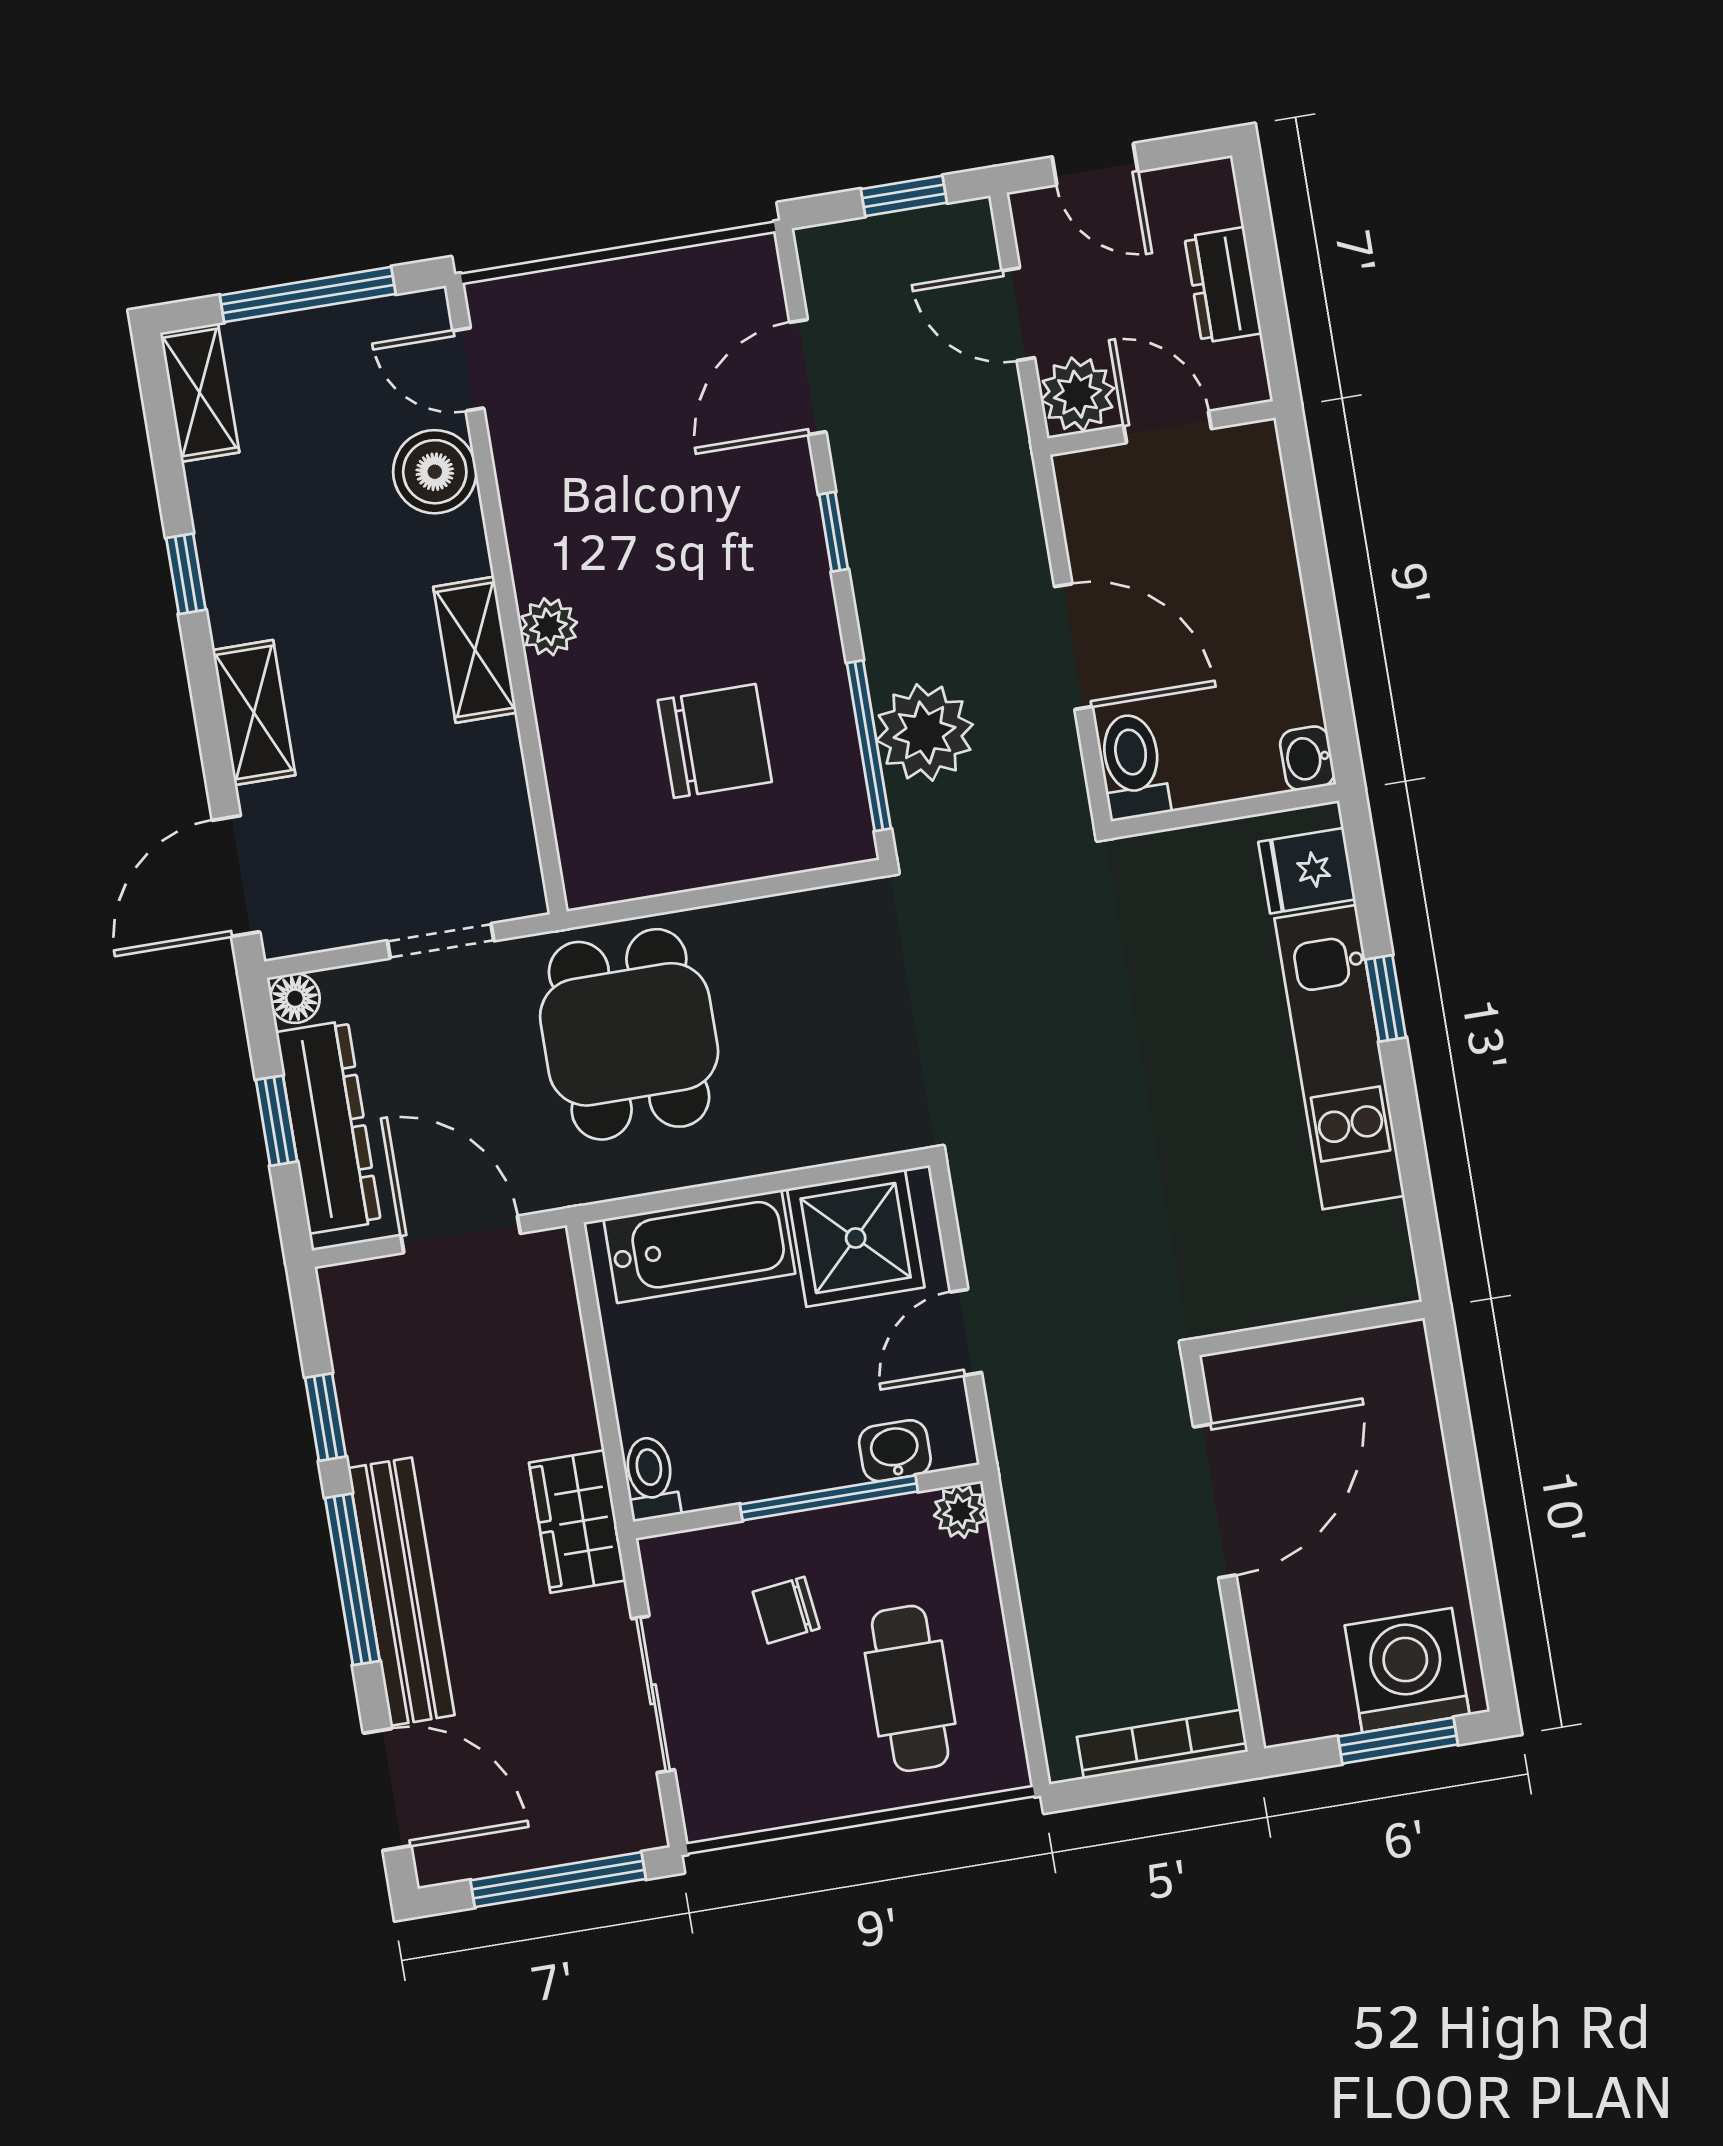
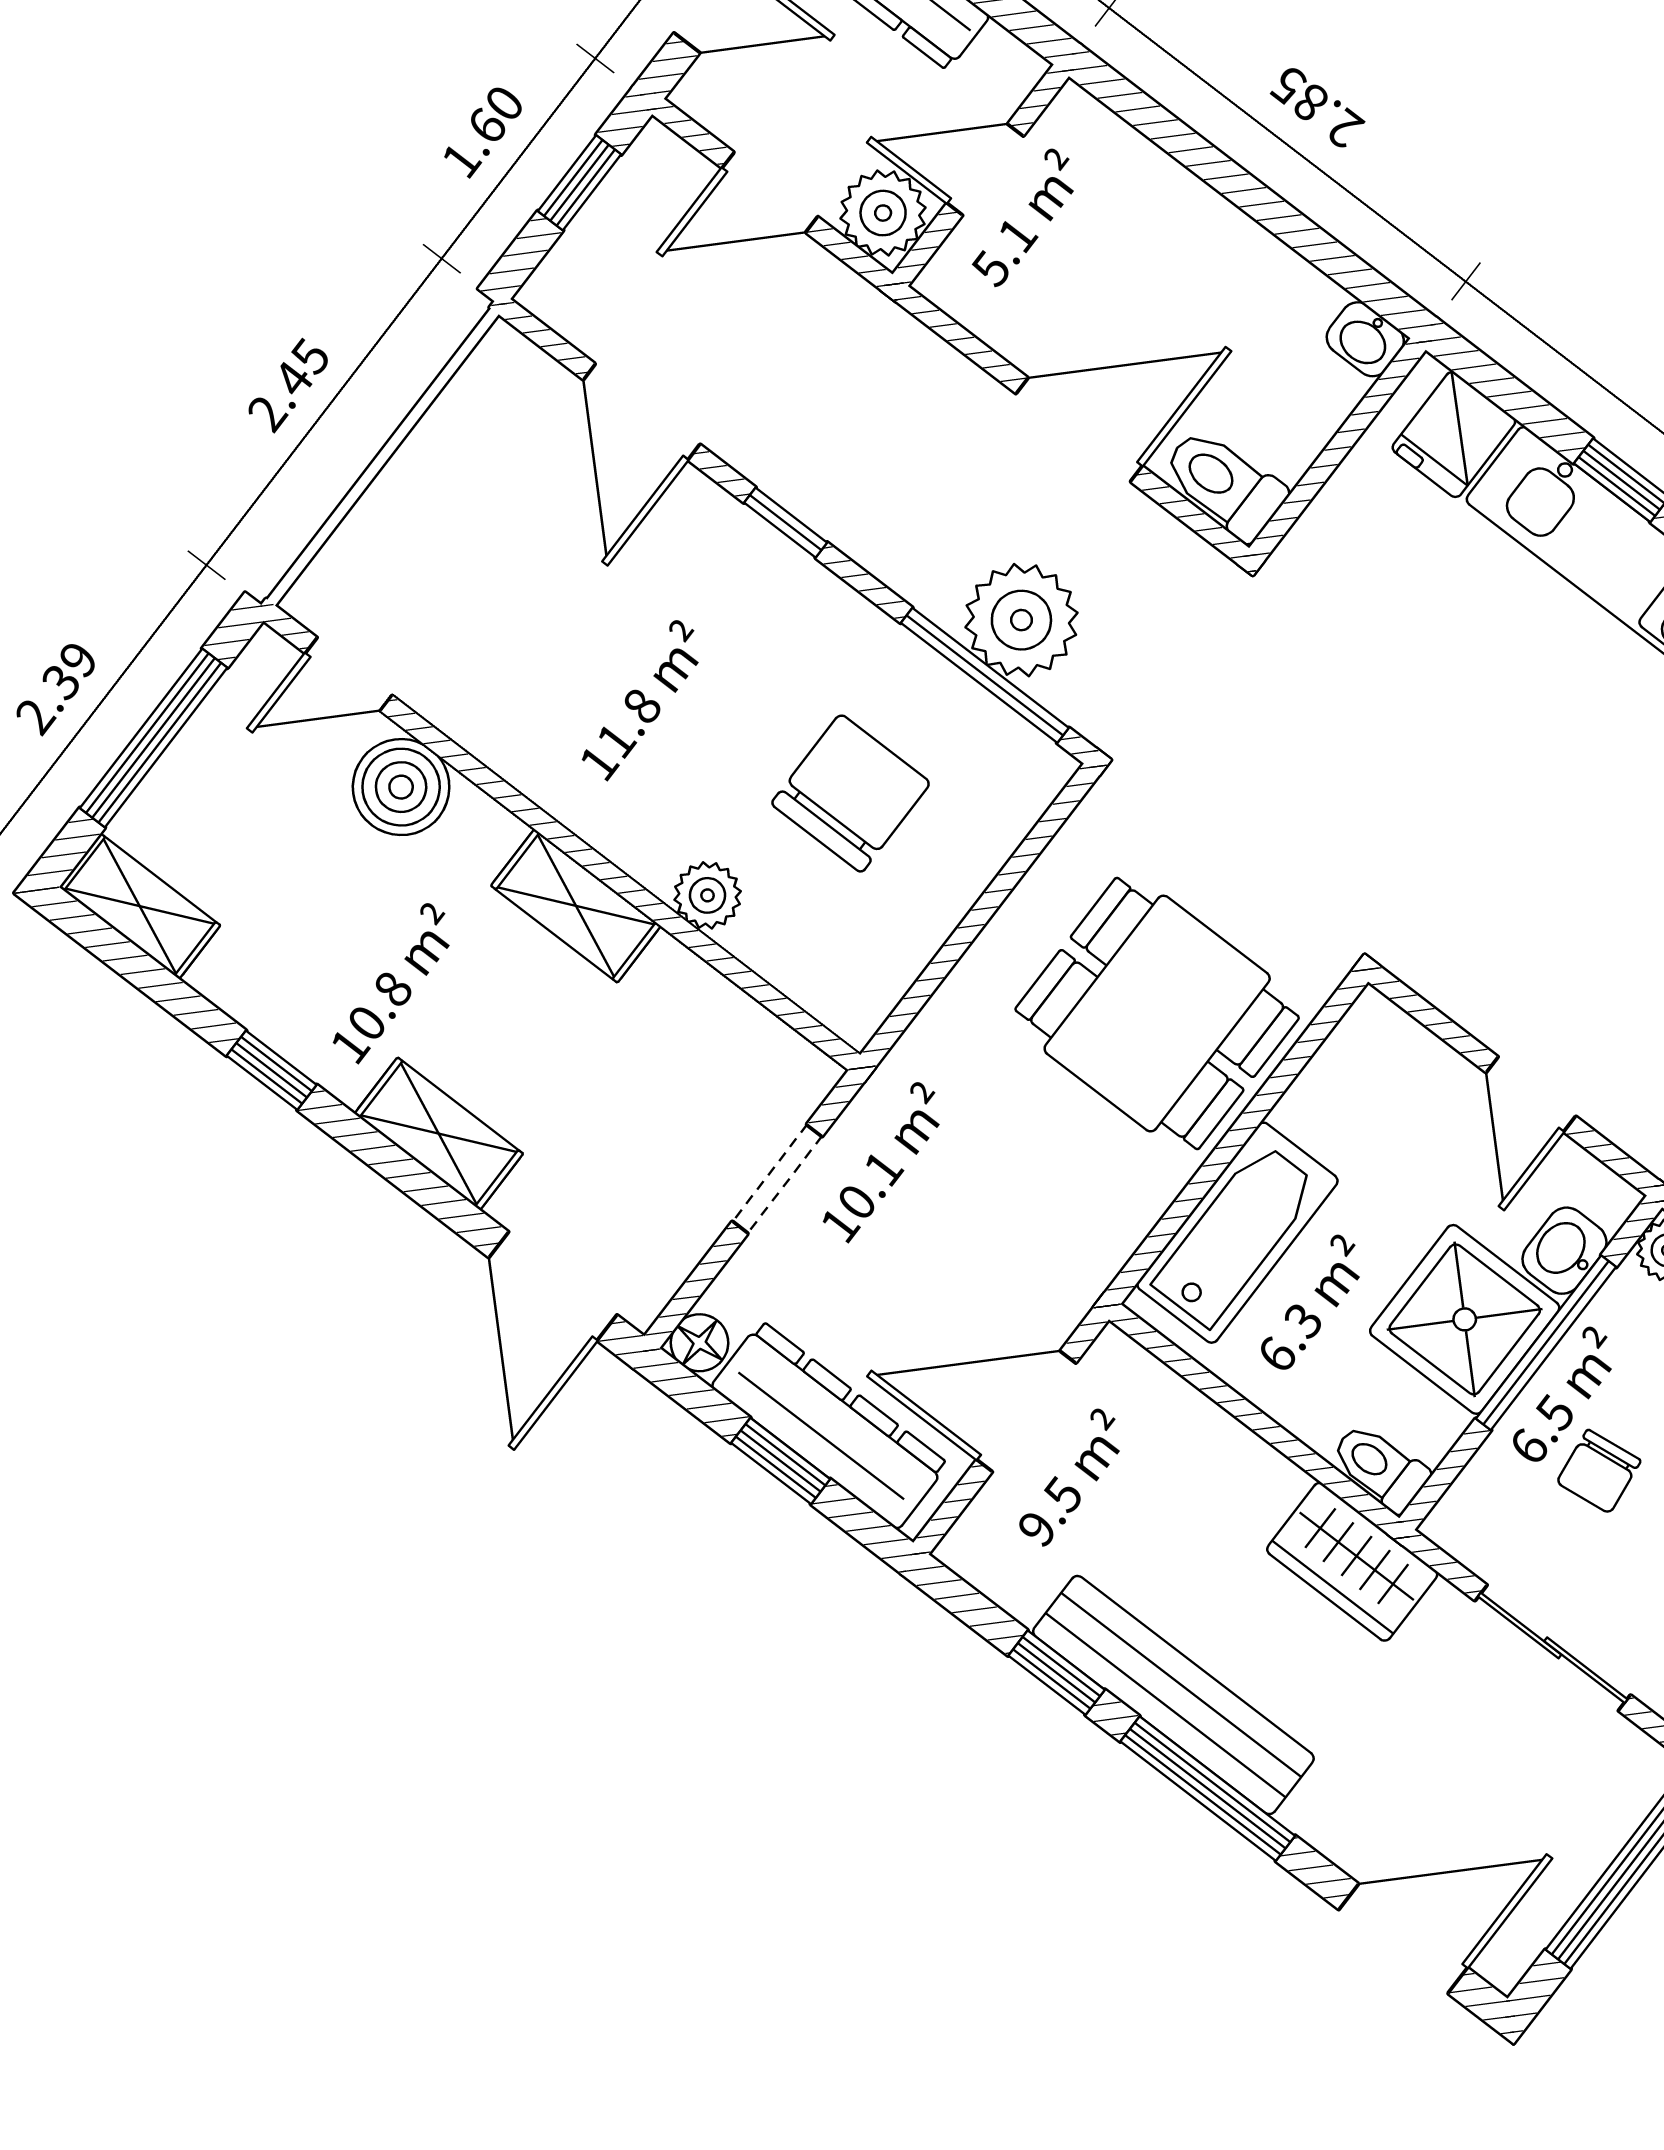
plant: (549, 627) -> (708, 895), moved
dining table: (629, 1034) -> (1157, 1014), moved
shower: (856, 1238) -> (1465, 1319), moved
bench: (401, 1592) -> (1173, 1695), moved

